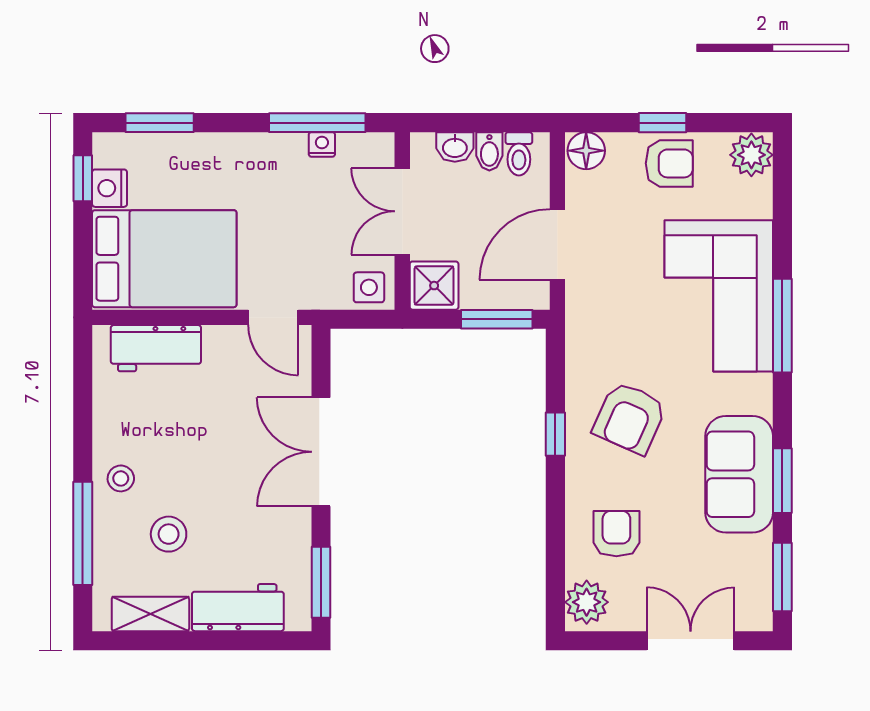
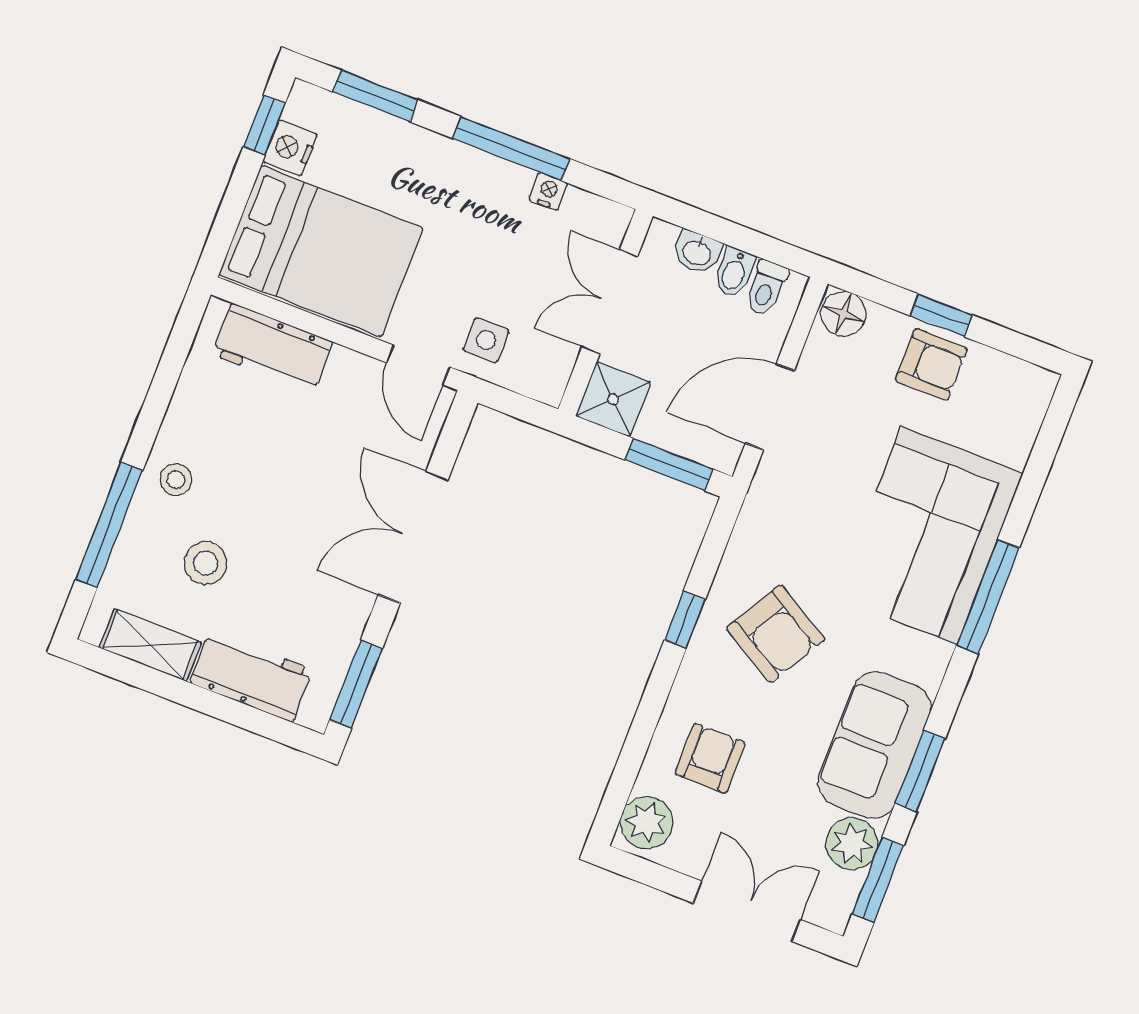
window: (317, 123) -> (511, 149), moved
plant: (751, 155) -> (852, 844), moved
side table: (369, 287) -> (486, 340), moved
armchair: (630, 418) -> (776, 634), turned -84

